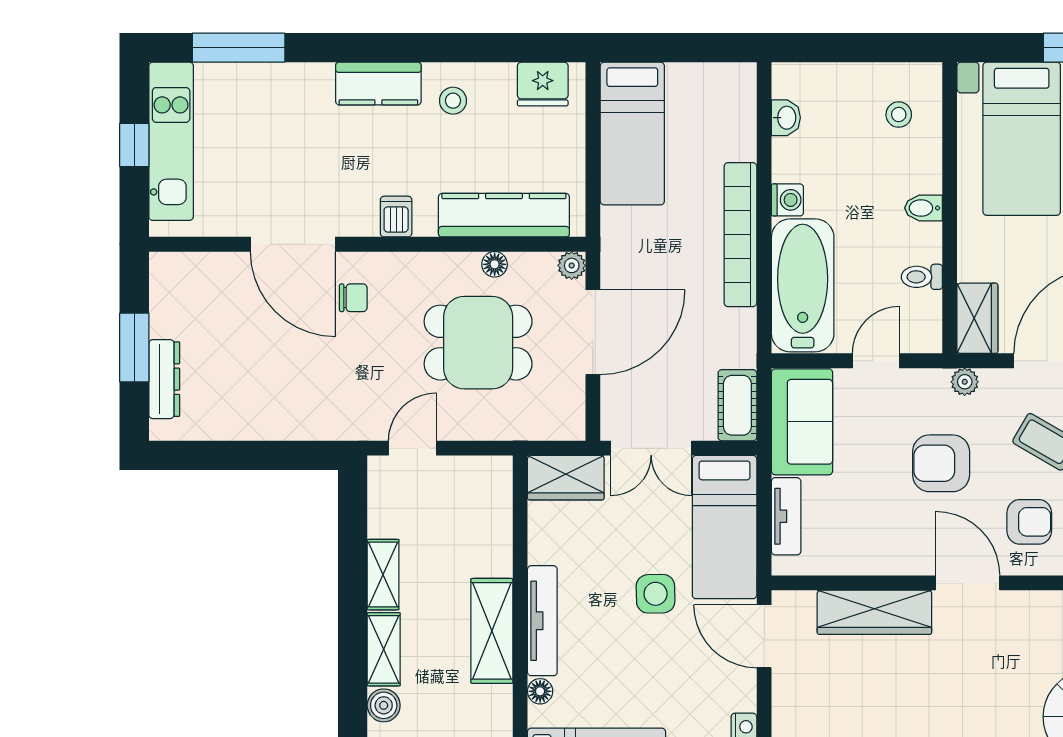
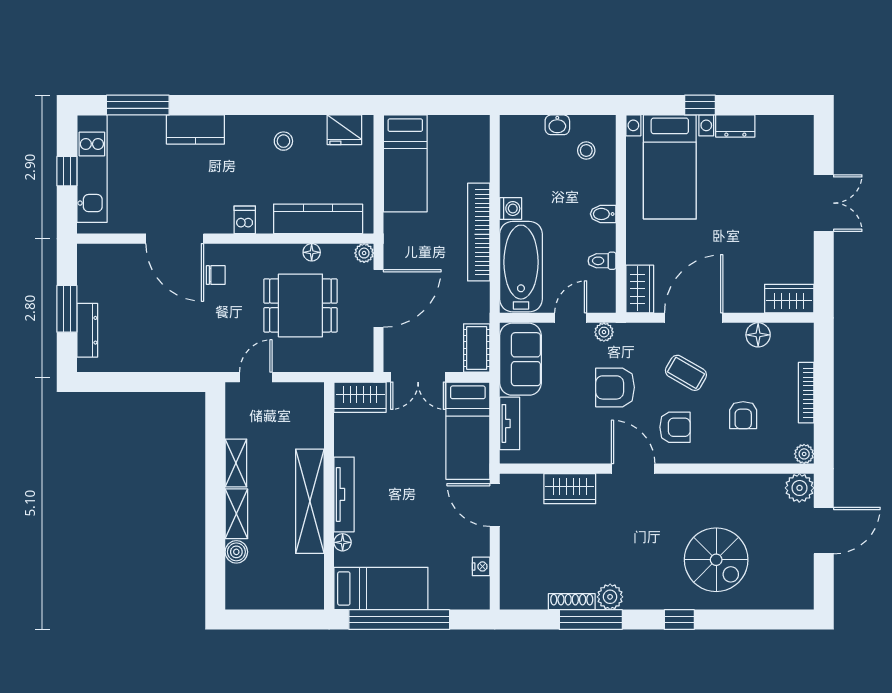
kitchen counter: (378, 84) -> (195, 129), moved
washbasin: (786, 118) -> (557, 125), moved, turned 90
plant: (965, 382) -> (604, 332), moved
side table: (656, 594) -> (421, 476), removed
wardrobe: (874, 612) -> (570, 489), width x0.67
shelving: (492, 631) -> (310, 501), width x1.47

